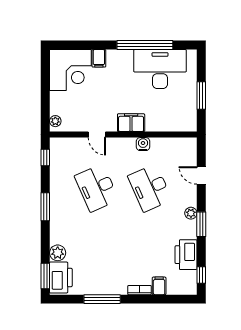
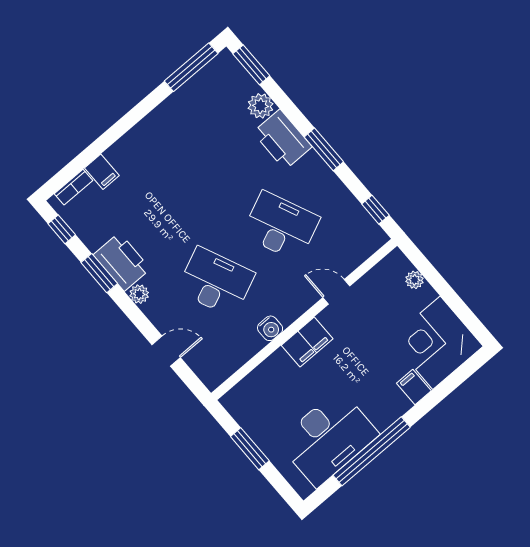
plant: (55, 121) -> (415, 280), moved
window: (201, 224) -> (99, 273), moved
printer: (186, 255) -> (122, 262), moved
printer: (61, 278) -> (282, 139), moved
bookcase: (139, 290) -> (73, 187), moved
window: (102, 299) -> (191, 67), moved

